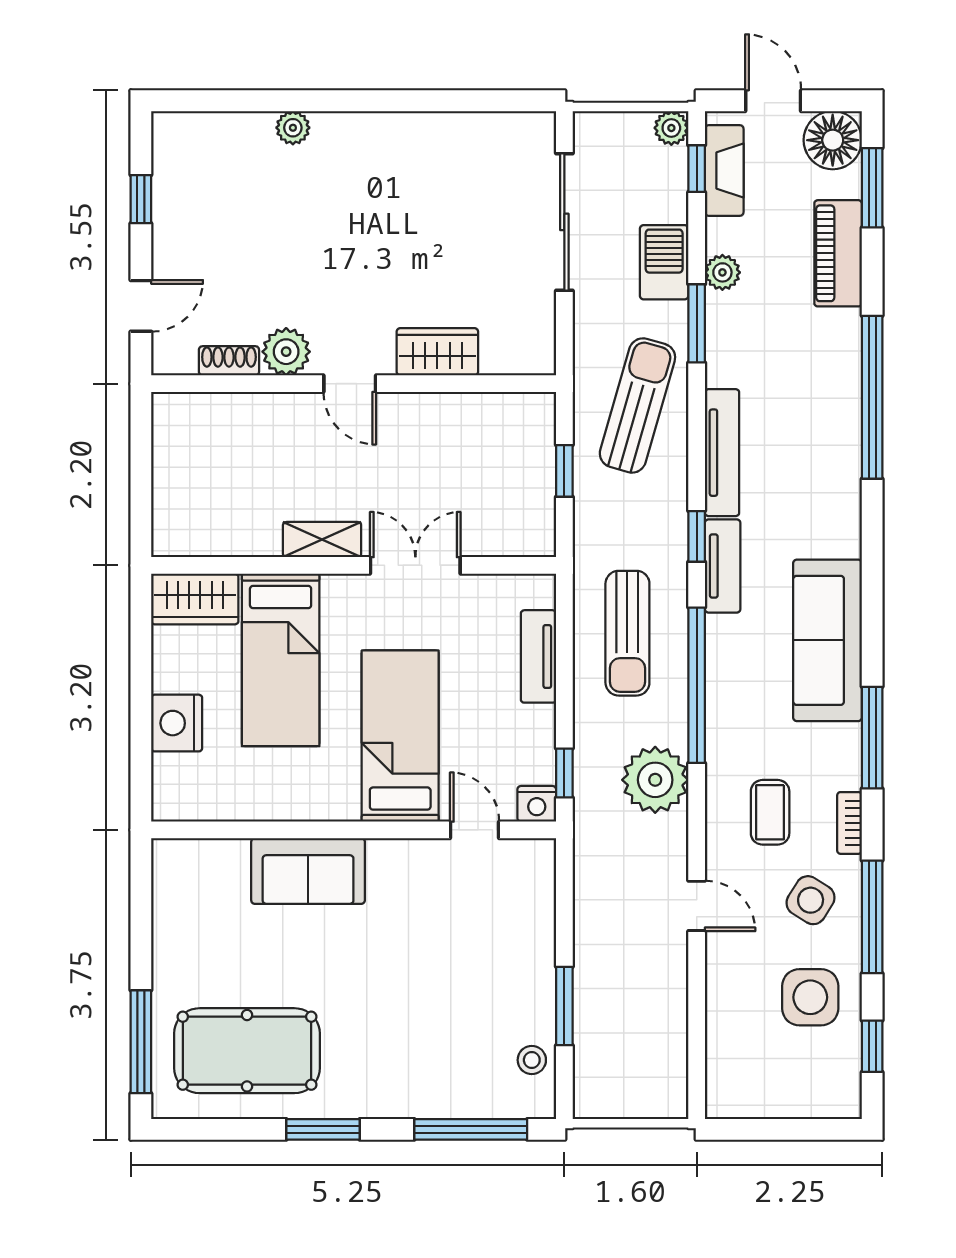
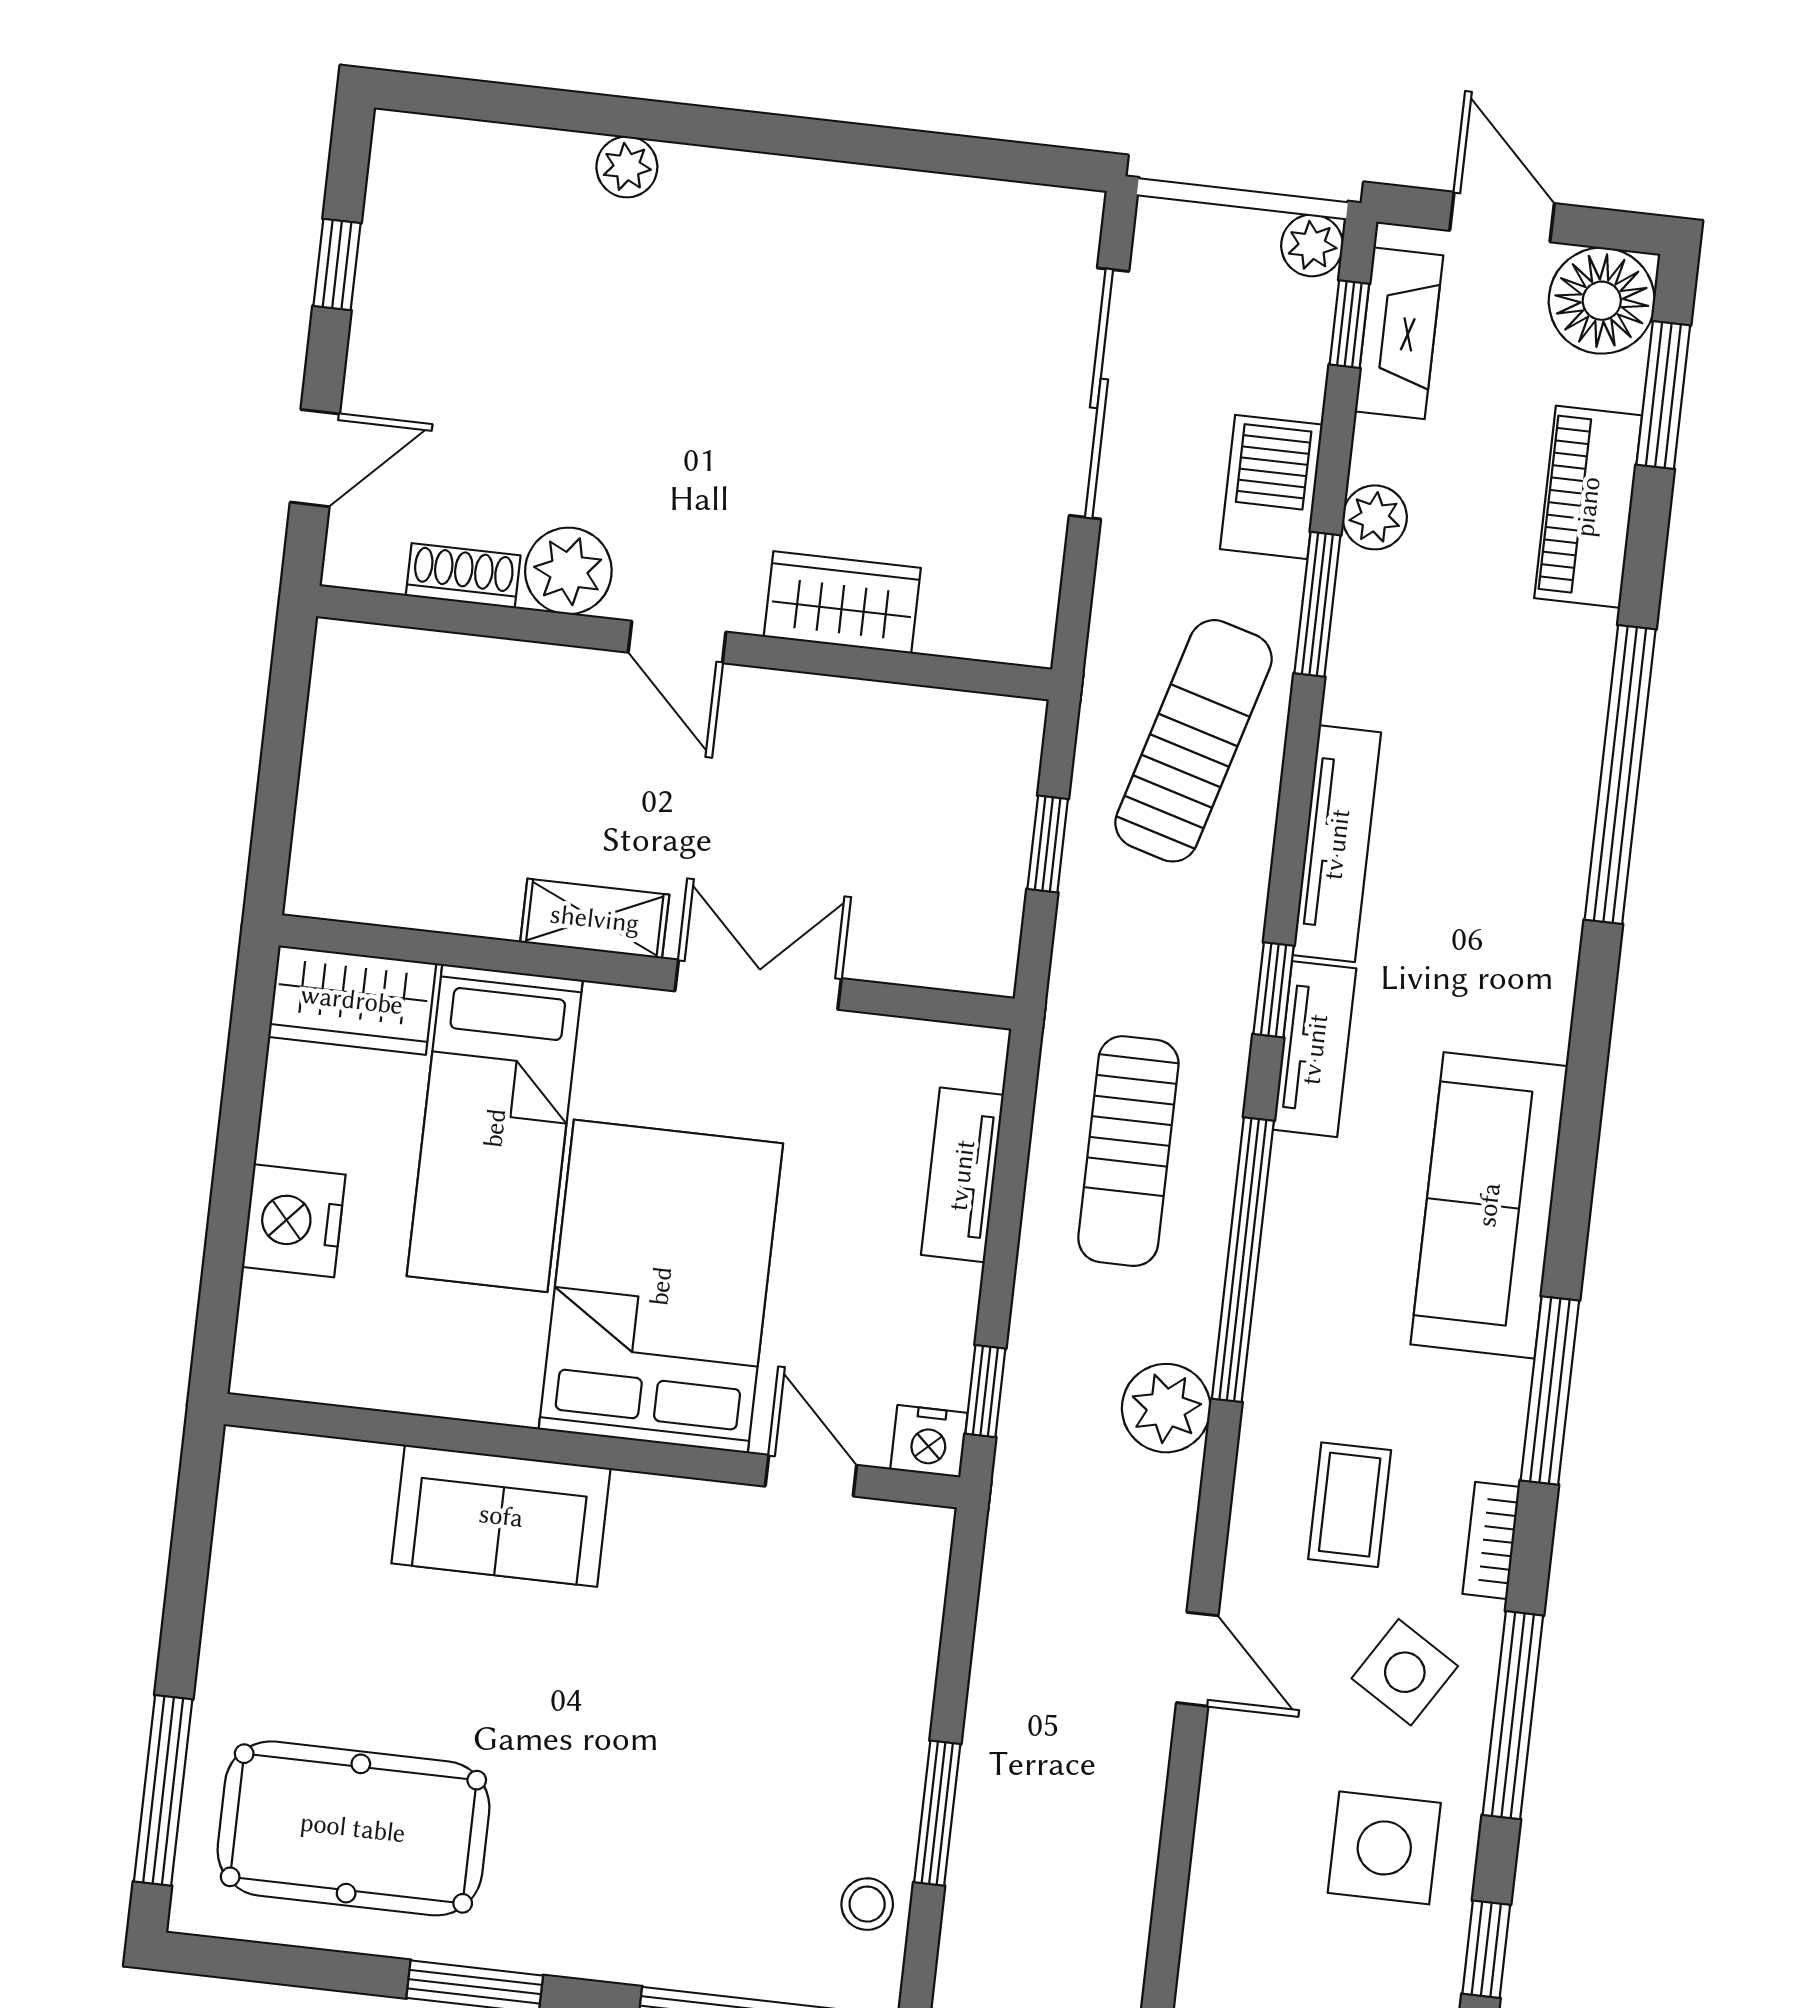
bed: (400, 736) -> (661, 1286), width x1.50
plant: (655, 780) -> (1166, 1408), width x0.73, depth x0.73

